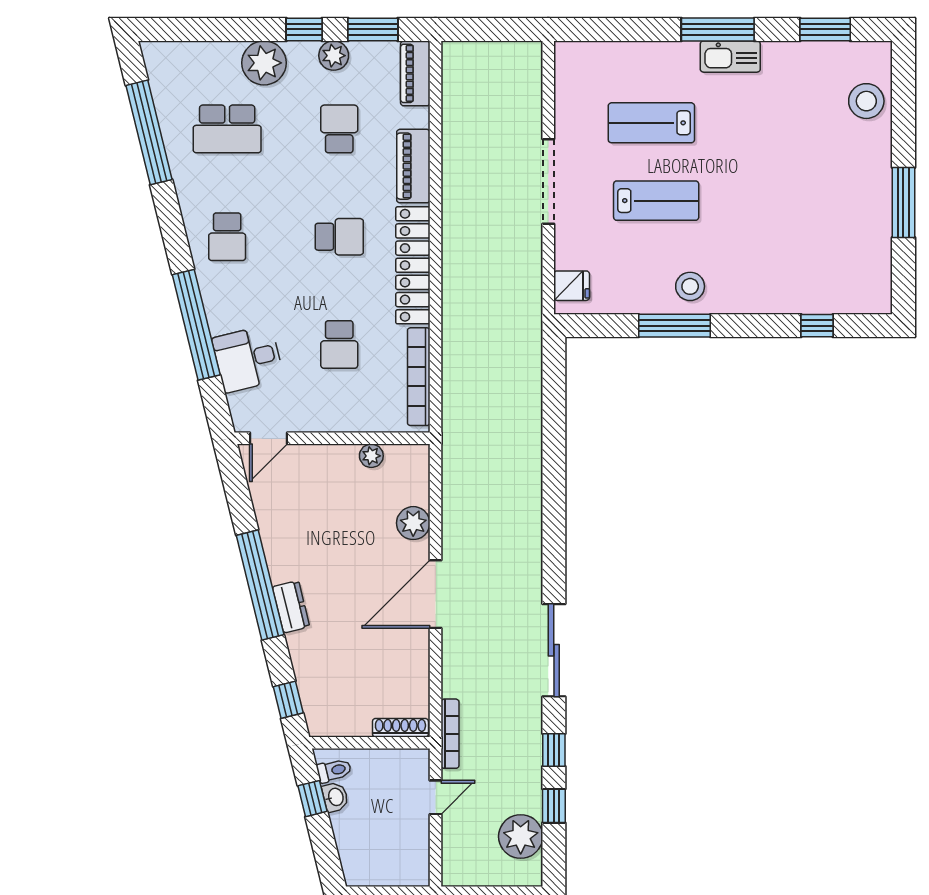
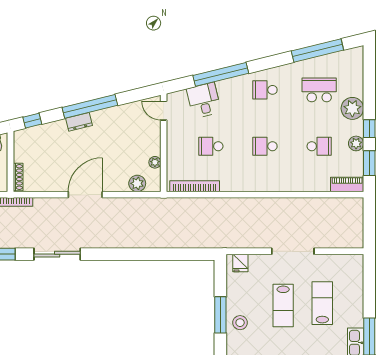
school desk: (227, 129) -> (319, 90), turned 90
piano: (413, 166) -> (301, 183), removed
school desk: (339, 237) -> (265, 146), turned 90
locker: (413, 265) -> (251, 183), removed
plant: (413, 523) -> (137, 183), moved
door: (435, 594) -> (85, 195), hinge flipped

